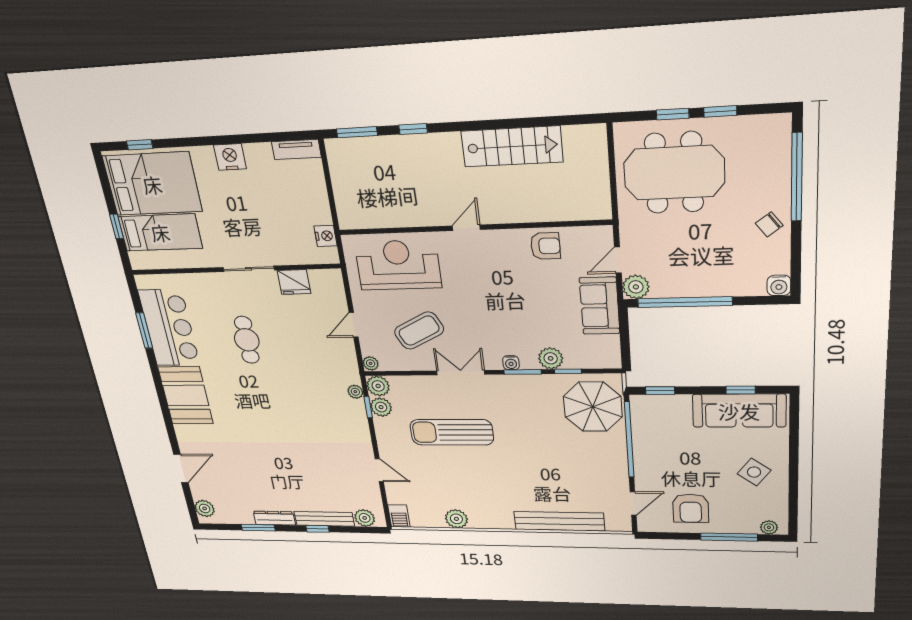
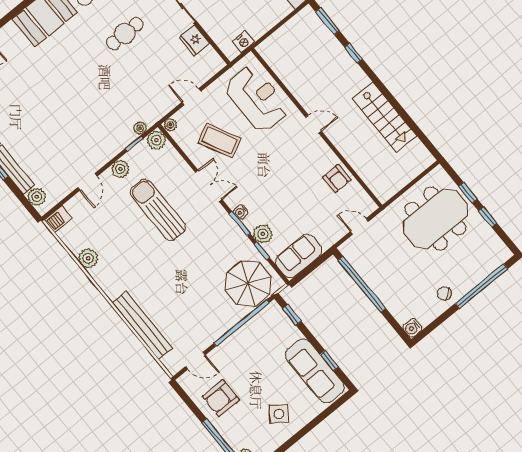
meeting table: (674, 173) -> (436, 219), turned 90
plant: (636, 287) -> (350, 249), removed
sofa: (600, 306) -> (299, 256), moved
plant: (381, 407) -> (120, 169), moved

